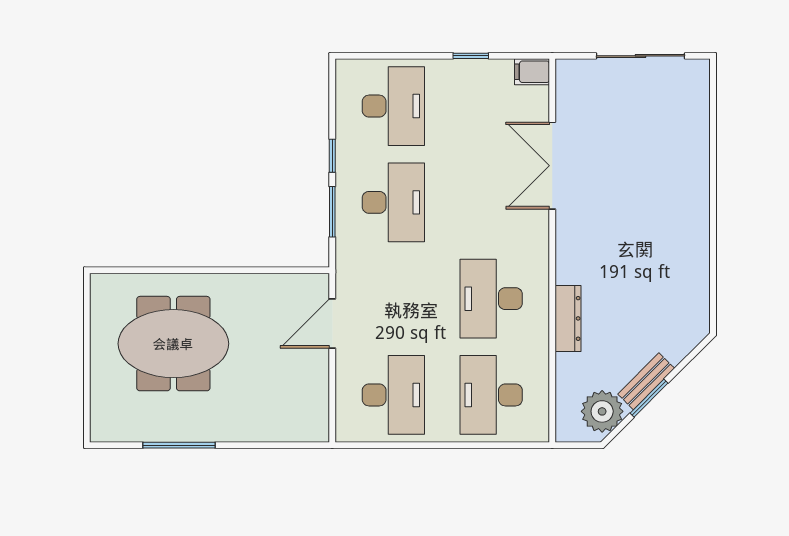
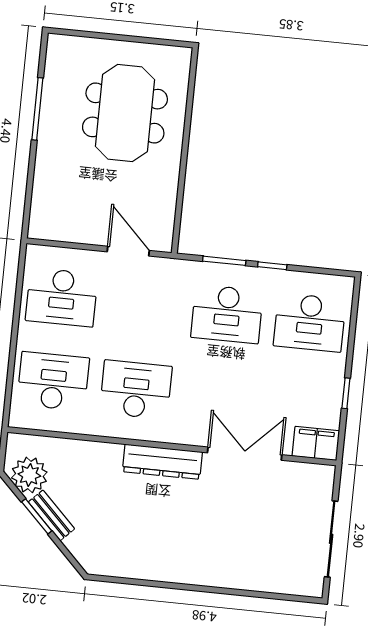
filing cabinet: (532, 72) -> (316, 443), width x2.00
dresser: (568, 318) -> (162, 462), moved, width x1.37, depth x1.24

